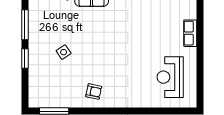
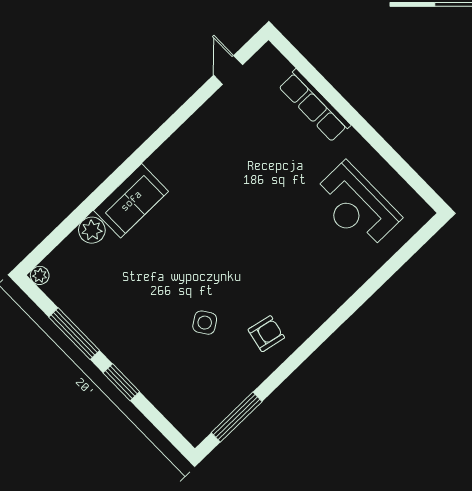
row of seats: (190, 33) -> (314, 106), width x1.48
side table: (64, 52) -> (205, 323), moved

